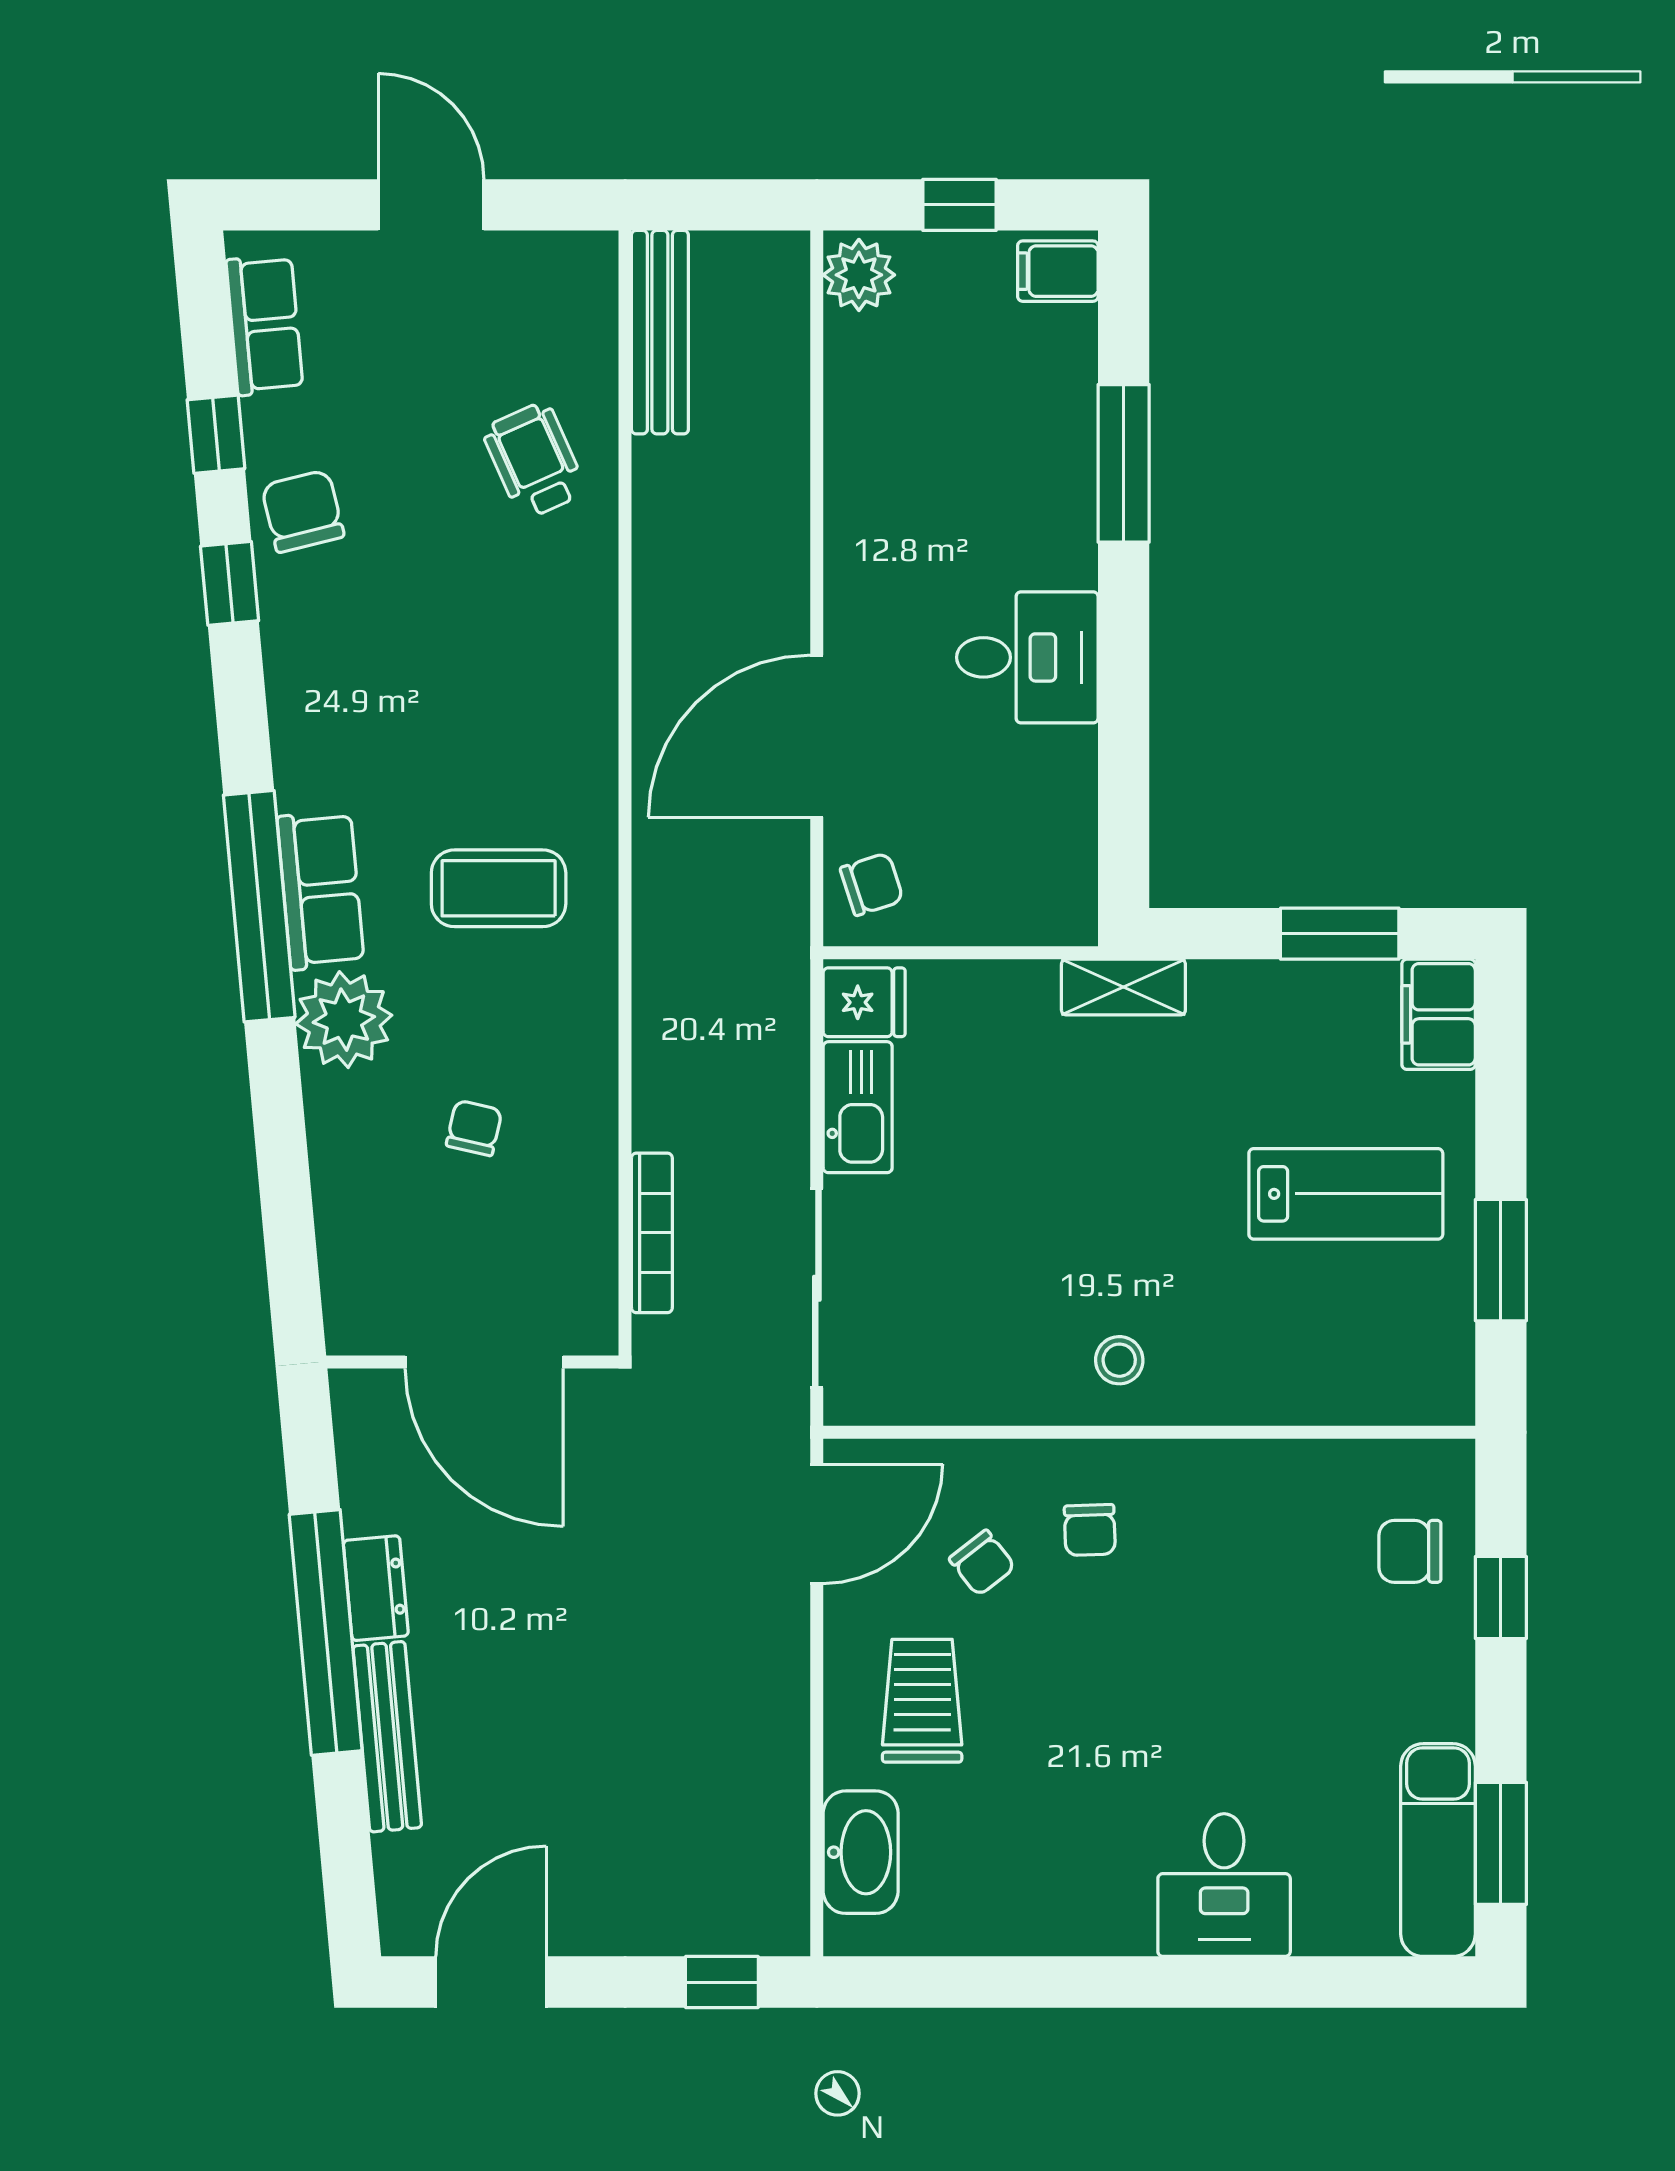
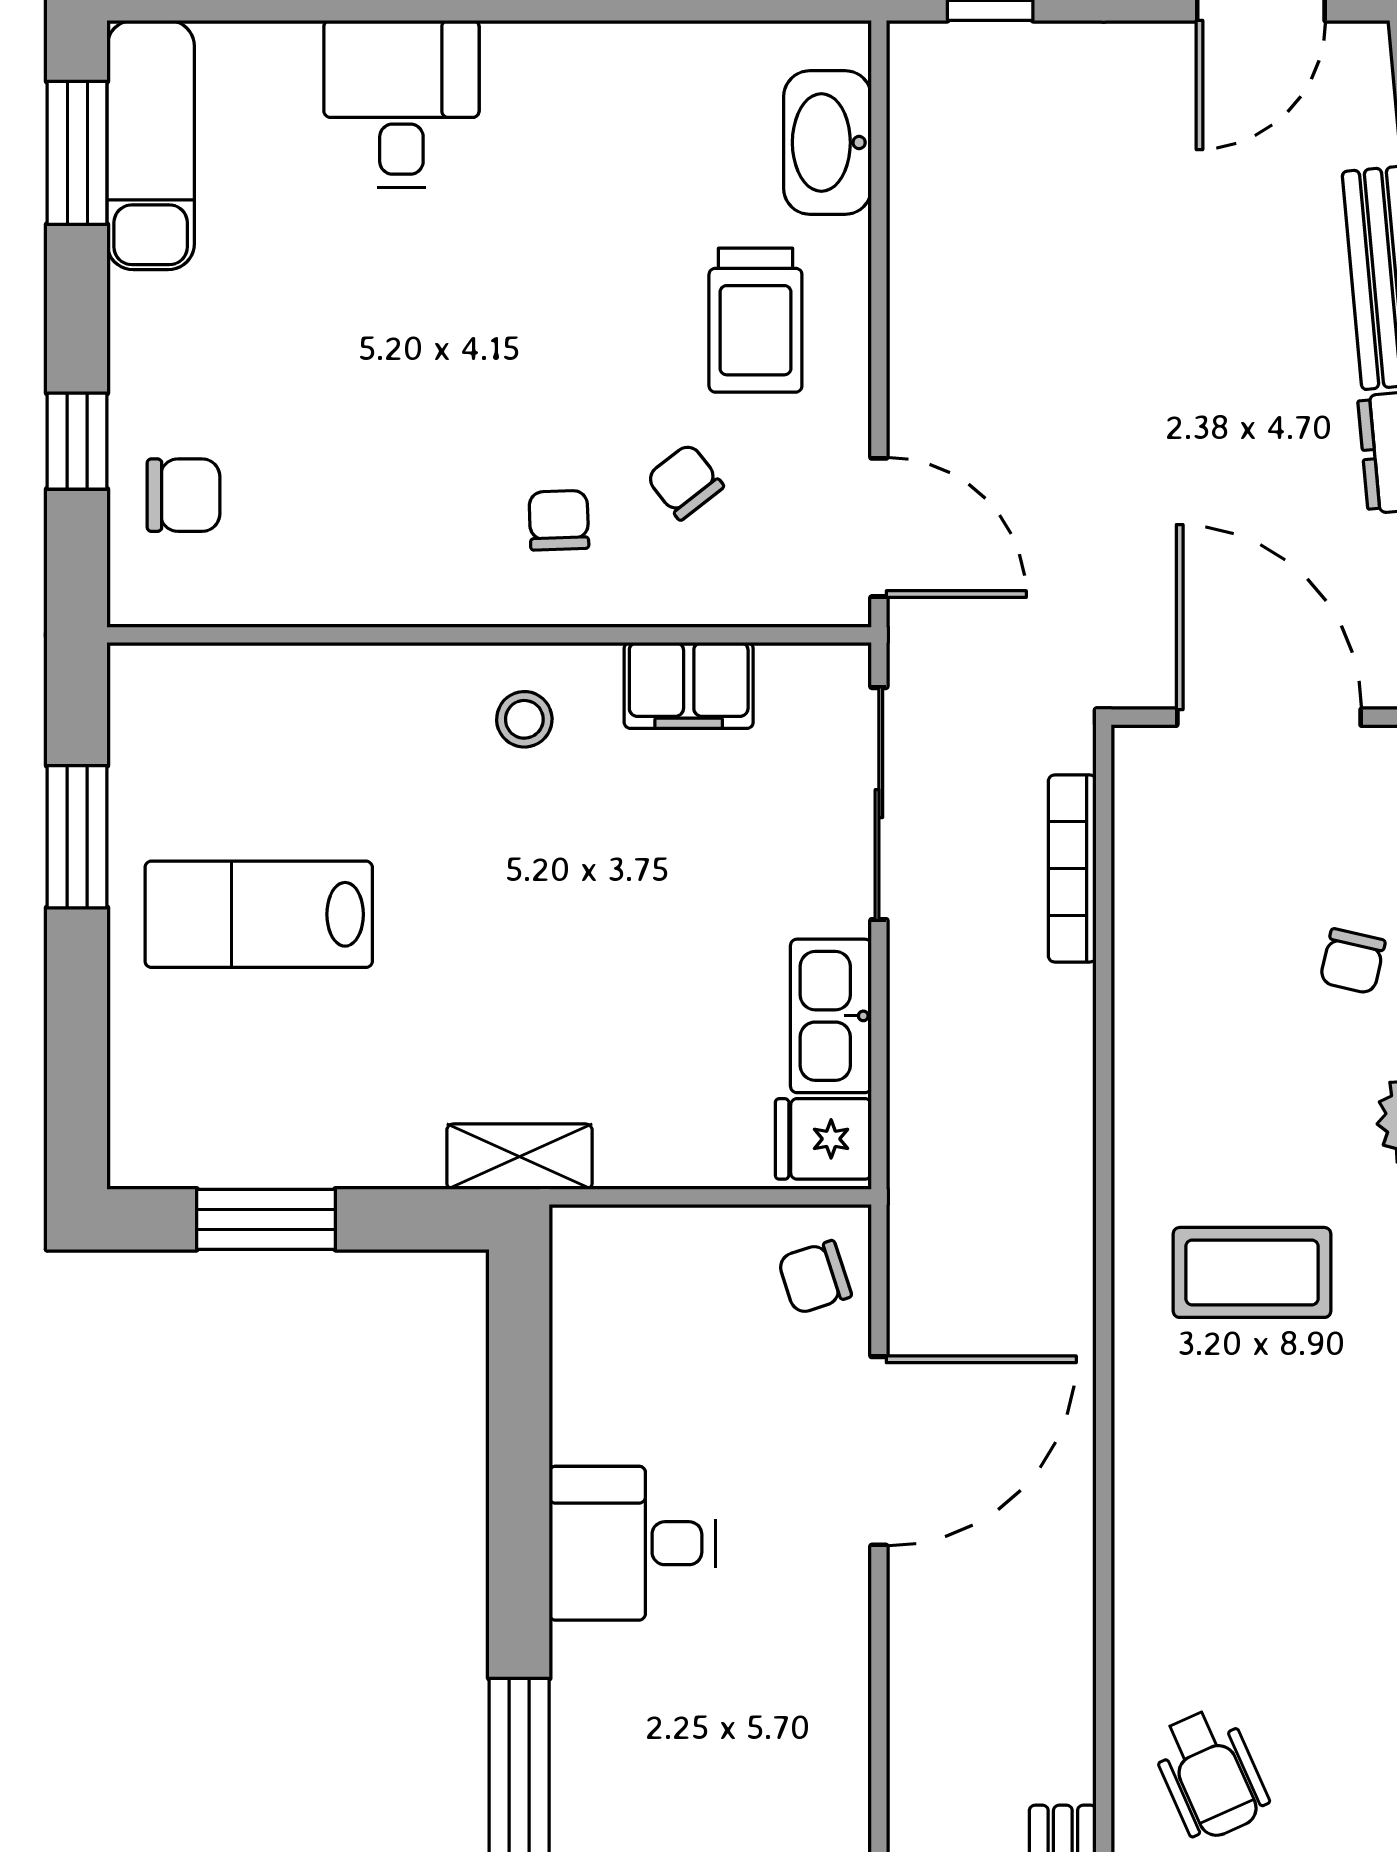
filing cabinet: (1439, 1014) -> (689, 685), moved, turned 90
chair: (474, 1128) -> (1352, 961), moved
door: (817, 1524) -> (879, 527), swing flipped

